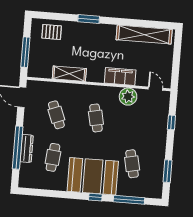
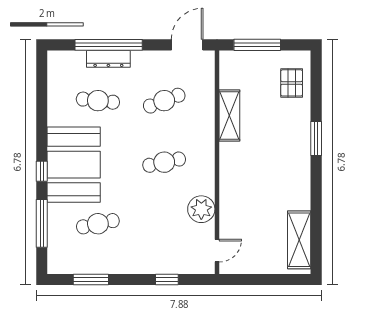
shelving: (144, 35) -> (299, 240), width x0.68
filing cabinet: (120, 76) -> (231, 194), removed

